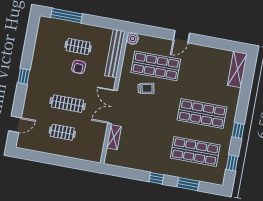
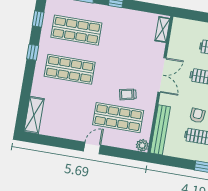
shelving: (114, 137) -> (163, 30), moved

